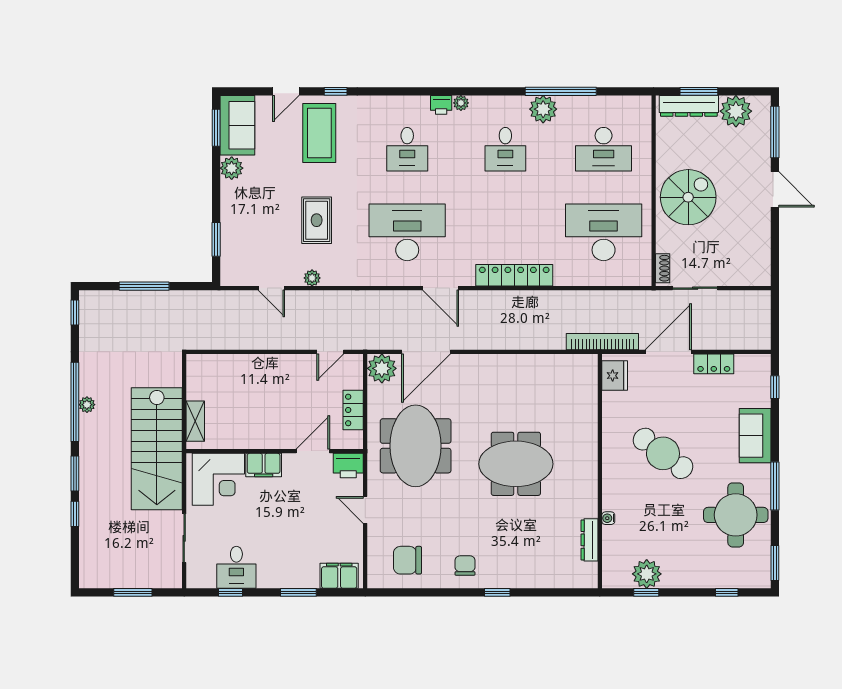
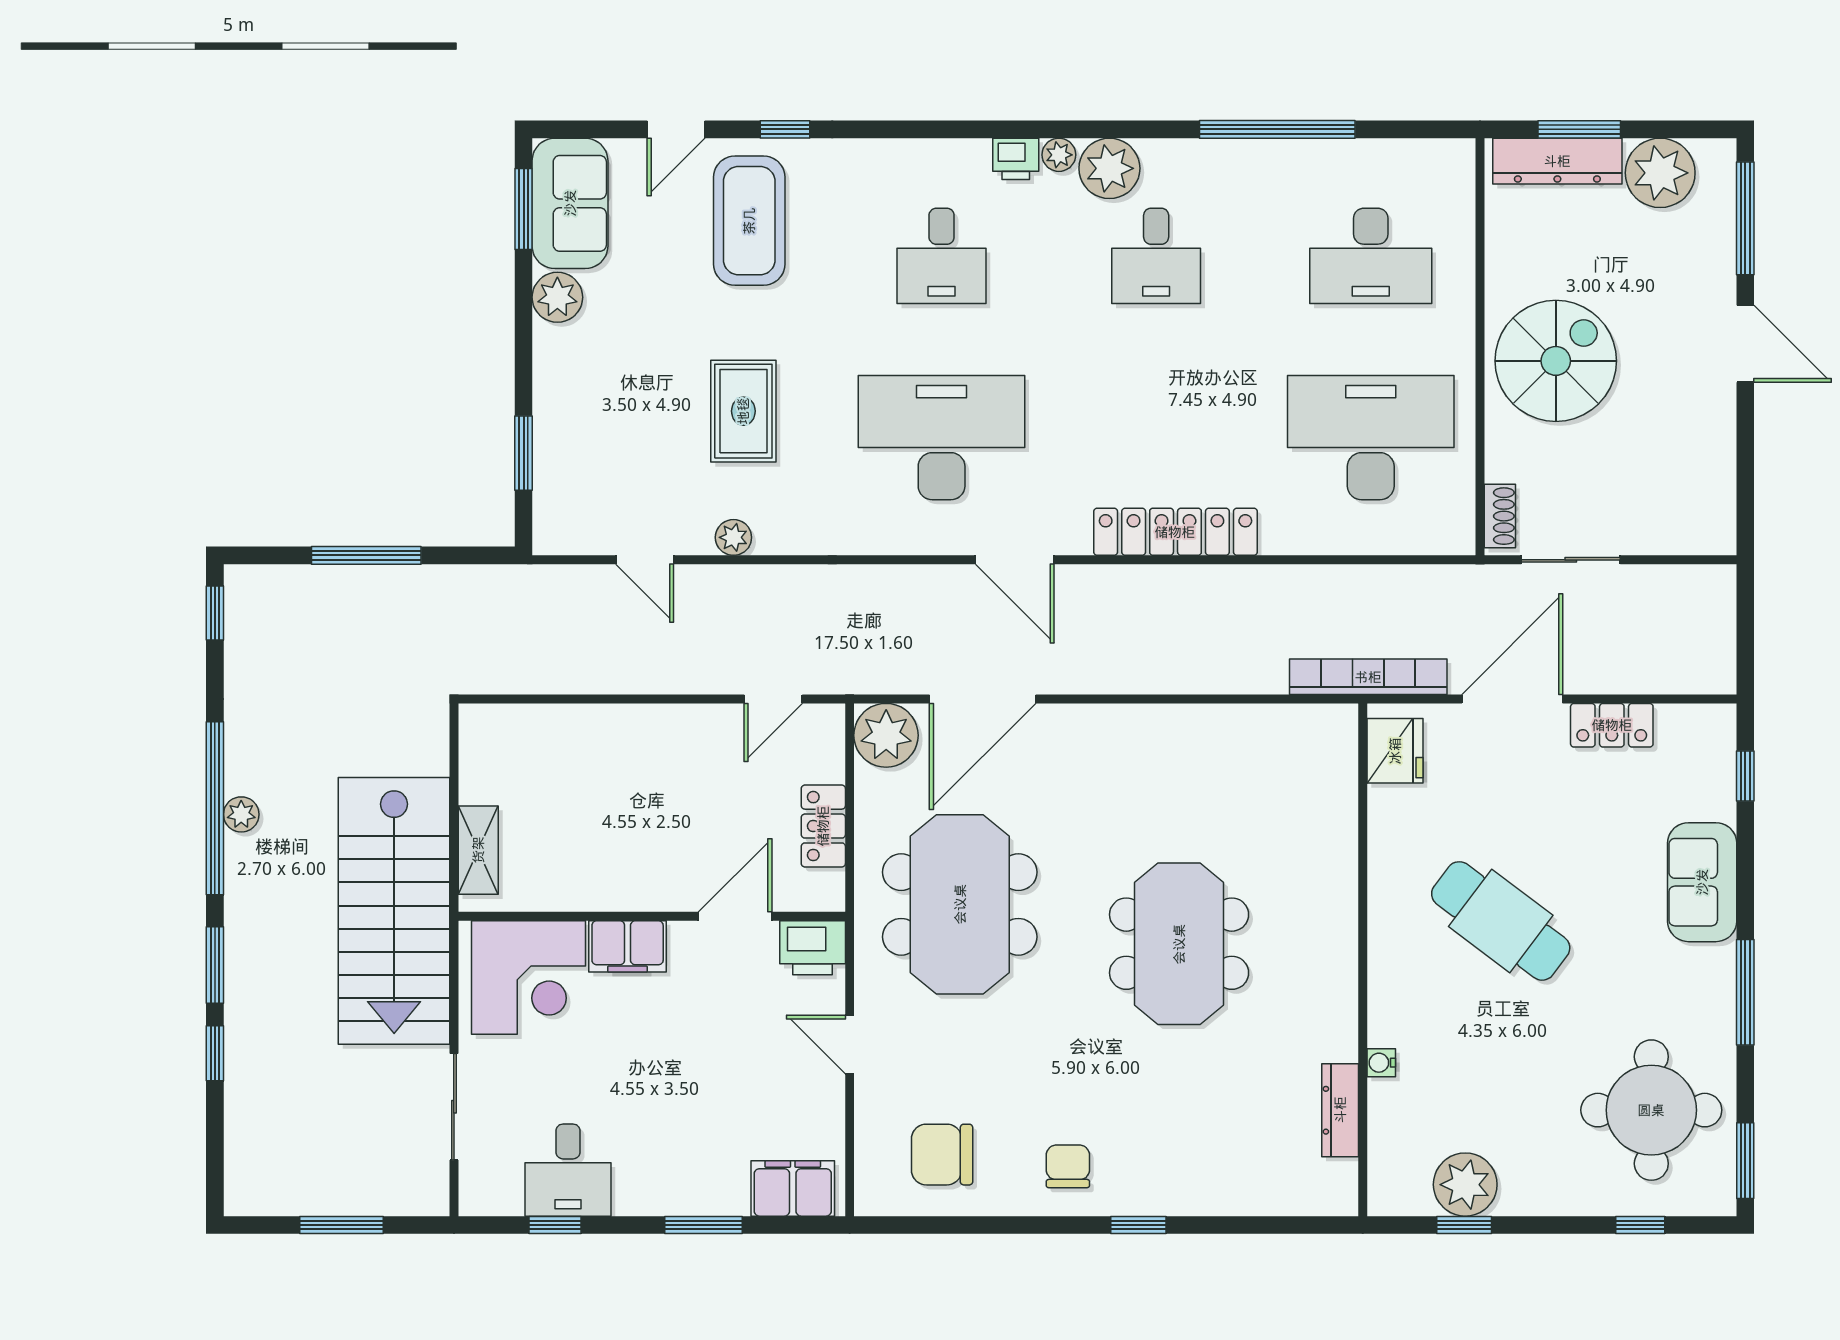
plant: (543, 109) -> (1109, 168), moved
meeting table: (516, 464) -> (1179, 944), turned 90
round table: (736, 515) -> (1651, 1110), moved

